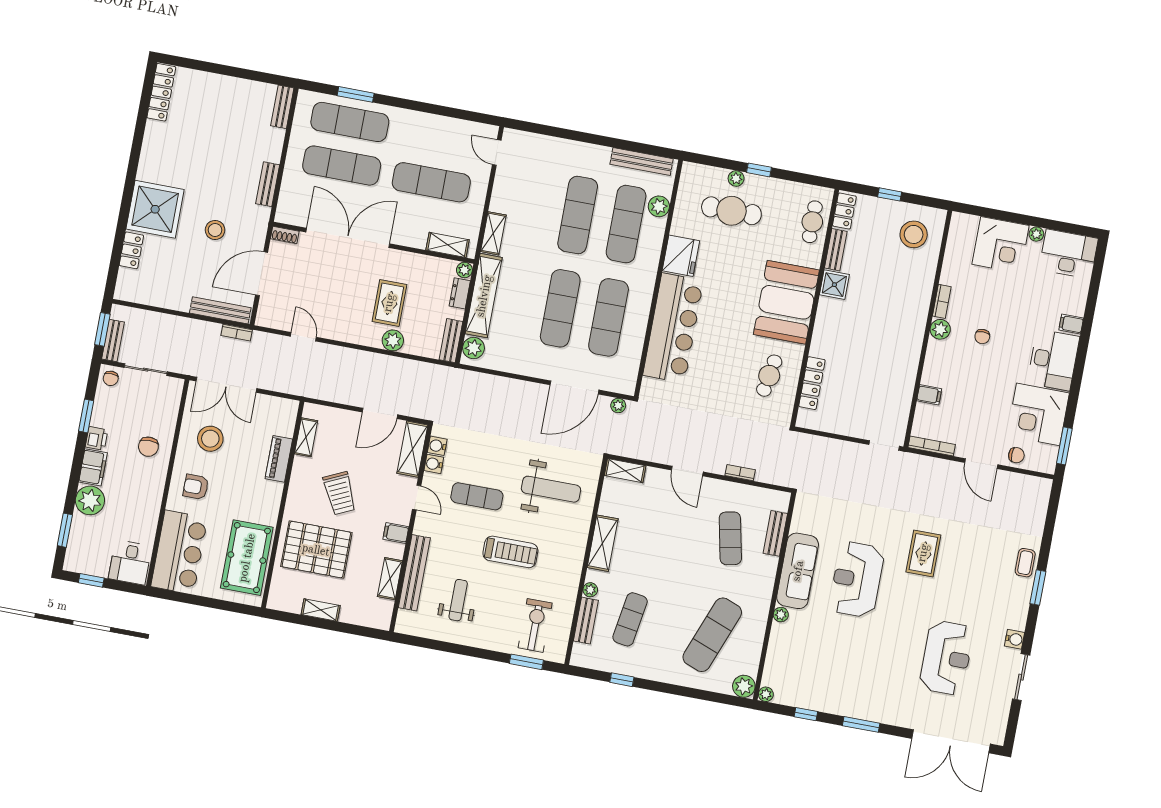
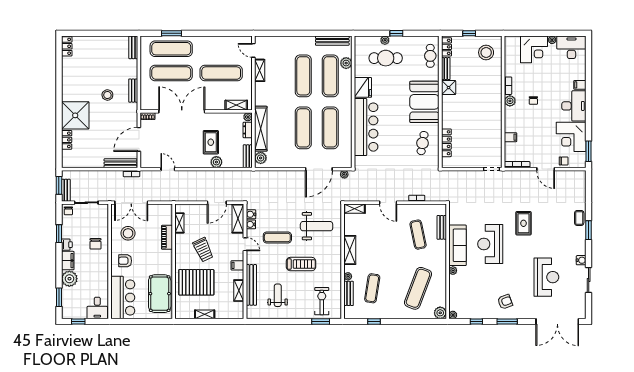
locker: (161, 92) -> (67, 46), width x0.66
stool: (215, 230) -> (107, 95), moved
shelving: (493, 233) -> (260, 70), moved
armchair: (864, 688) -> (505, 302), added

